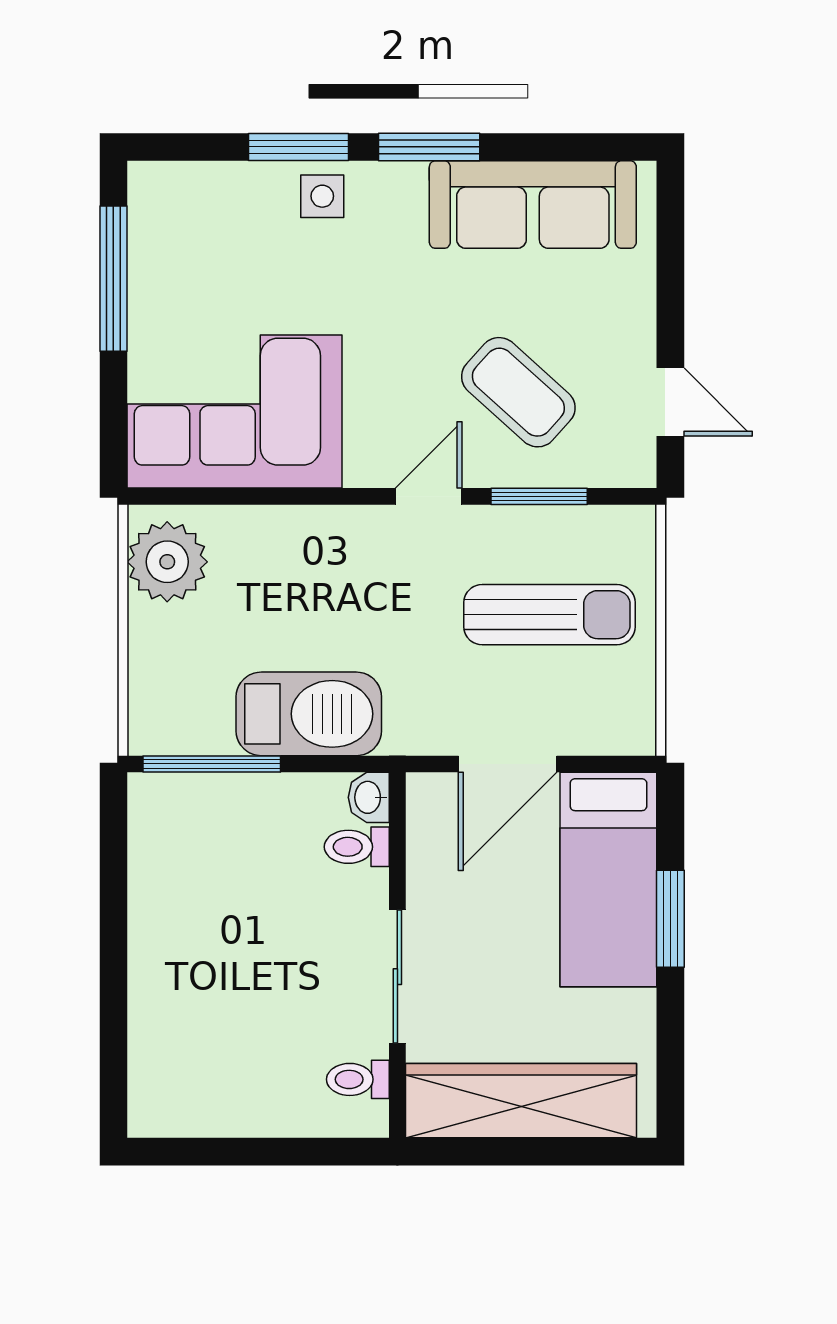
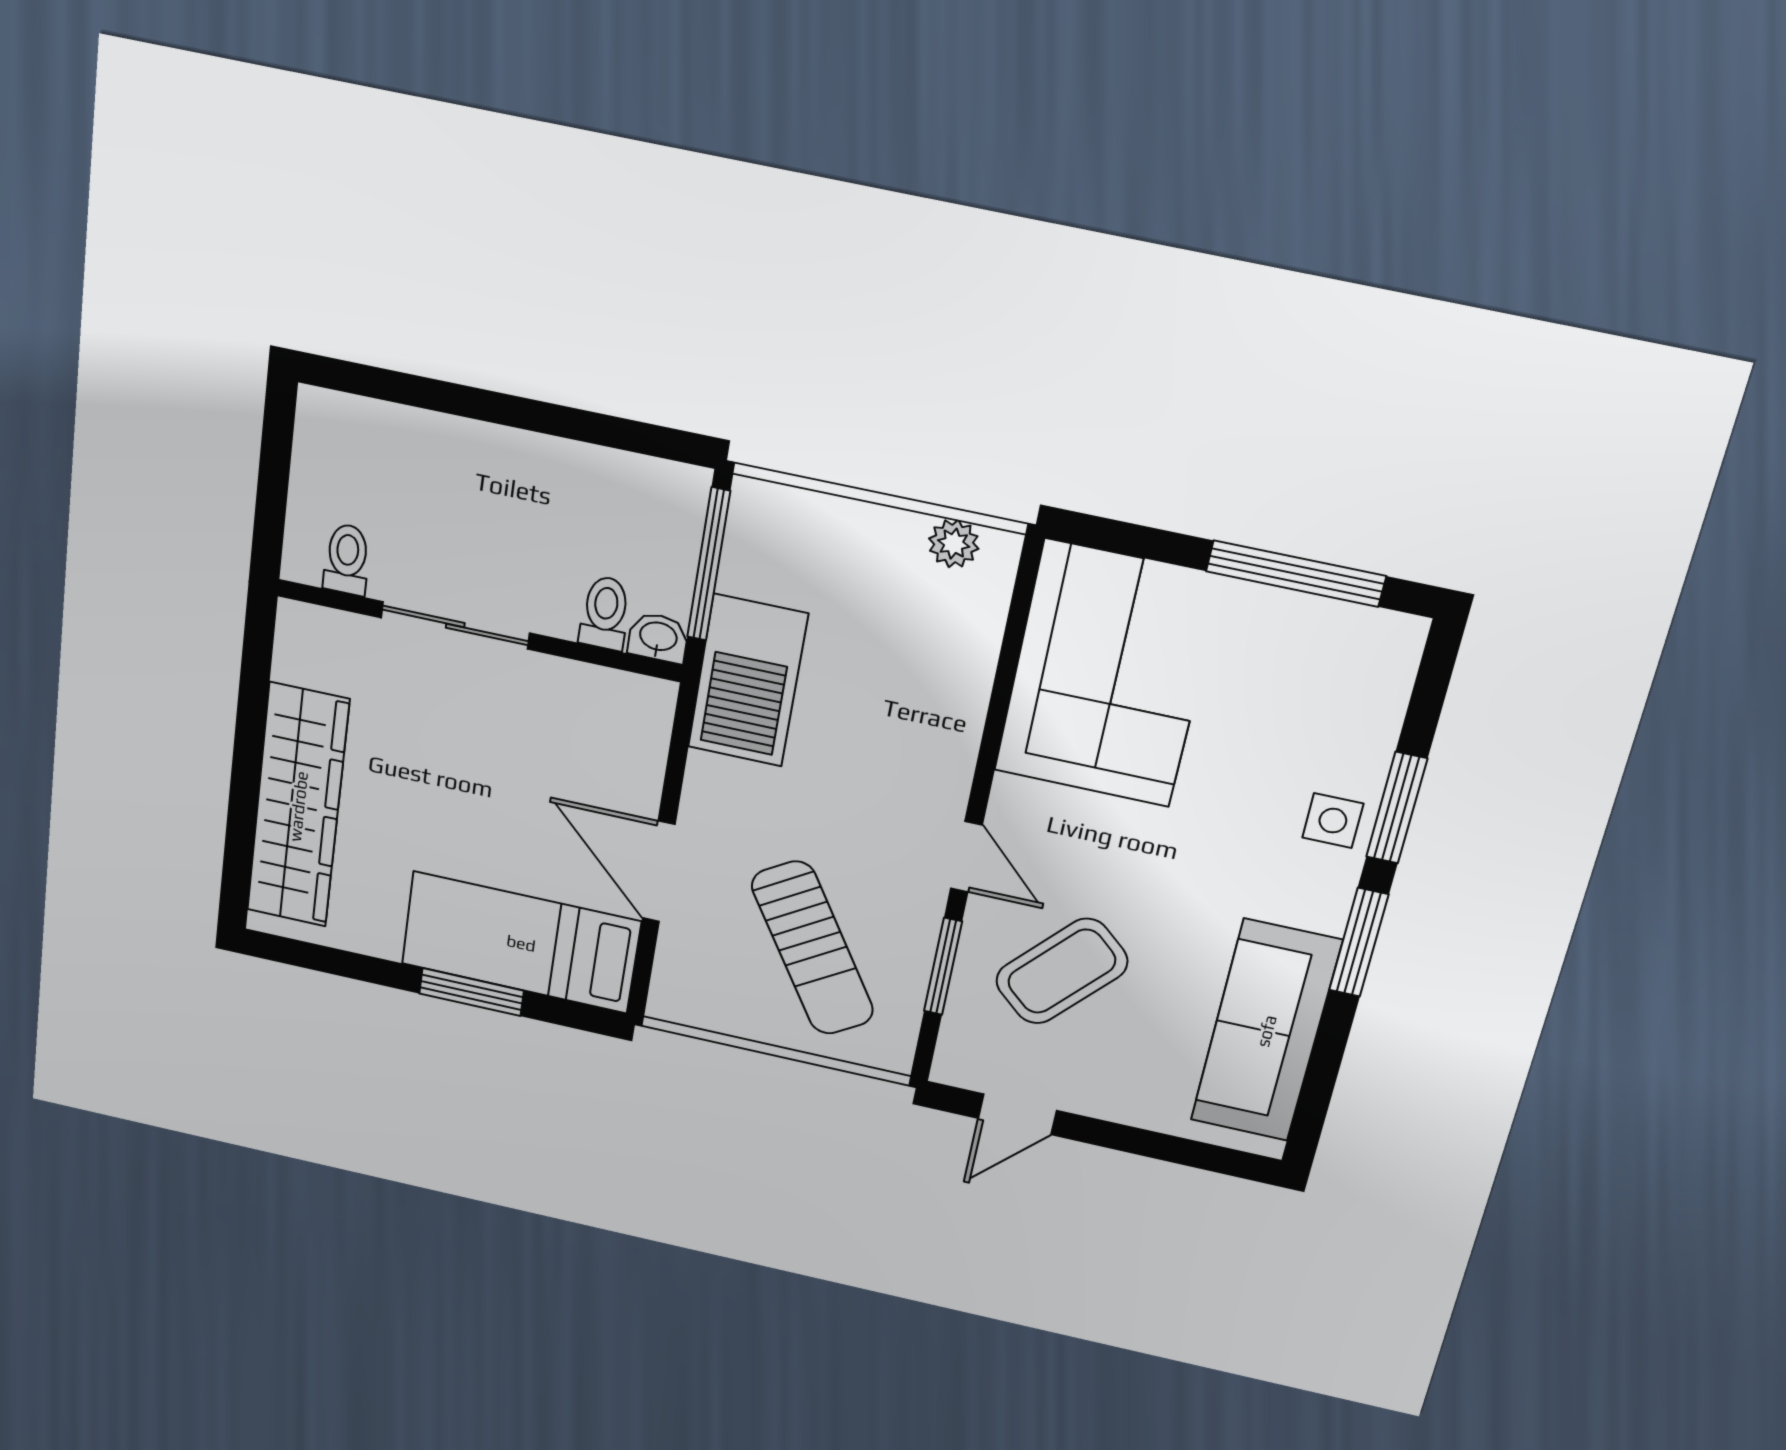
plant: (167, 562) -> (954, 544), width x0.53, depth x0.53
sun lounger: (550, 615) -> (813, 948), turned -32
washbasin: (369, 797) -> (658, 638), moved
toilet: (357, 847) -> (605, 613), moved
wall: (397, 955) -> (479, 630), moved
sliding door: (397, 977) -> (455, 625), moved
toilet: (358, 1079) -> (347, 559), moved

